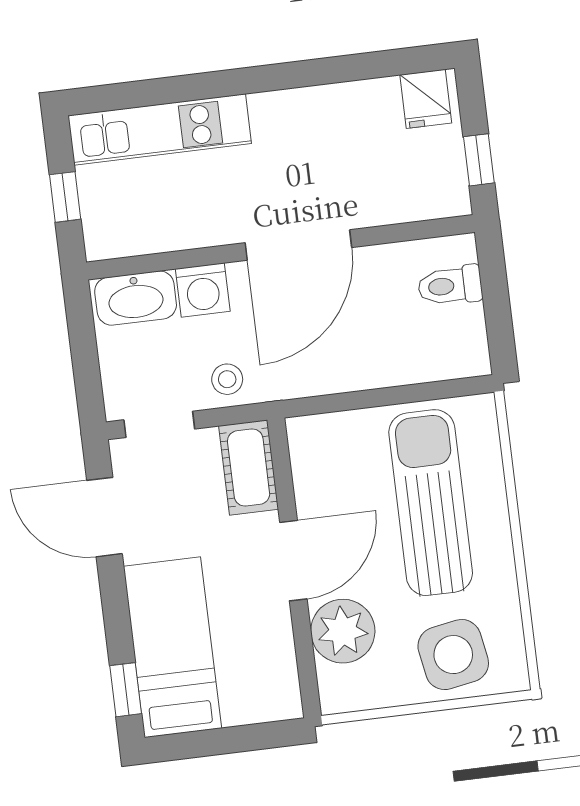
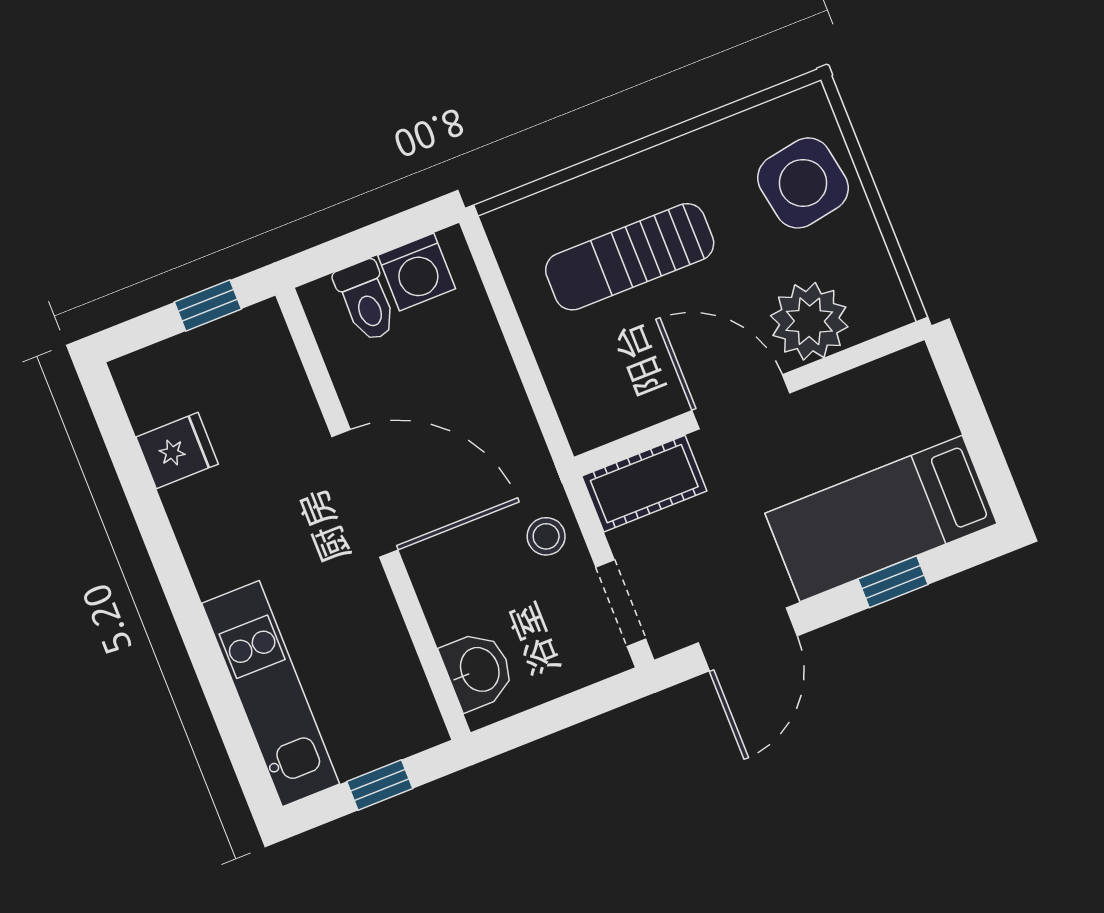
fridge: (426, 99) -> (177, 451), moved
washing machine: (203, 290) -> (417, 272), moved, turned 90
washbasin: (136, 298) -> (478, 670), width x0.72
sun lounger: (431, 503) -> (630, 257), width x0.73, depth x0.75
window: (126, 690) -> (893, 582), moved

